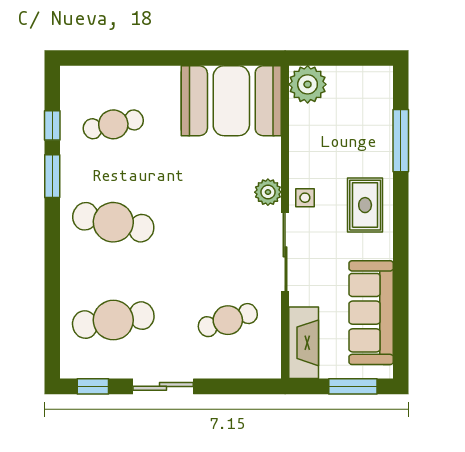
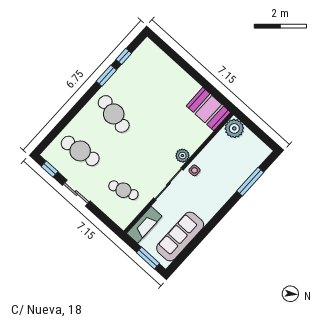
booth: (231, 101) -> (208, 109), width x0.73, depth x0.70
cafe table: (113, 124) -> (147, 77), removed
rug: (365, 205) -> (215, 194), removed

